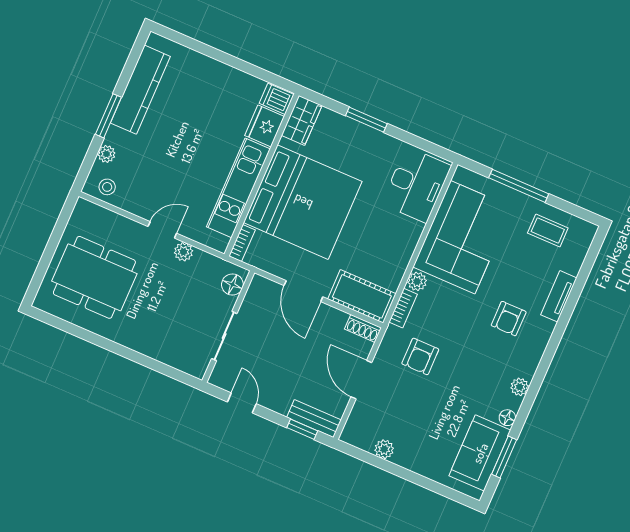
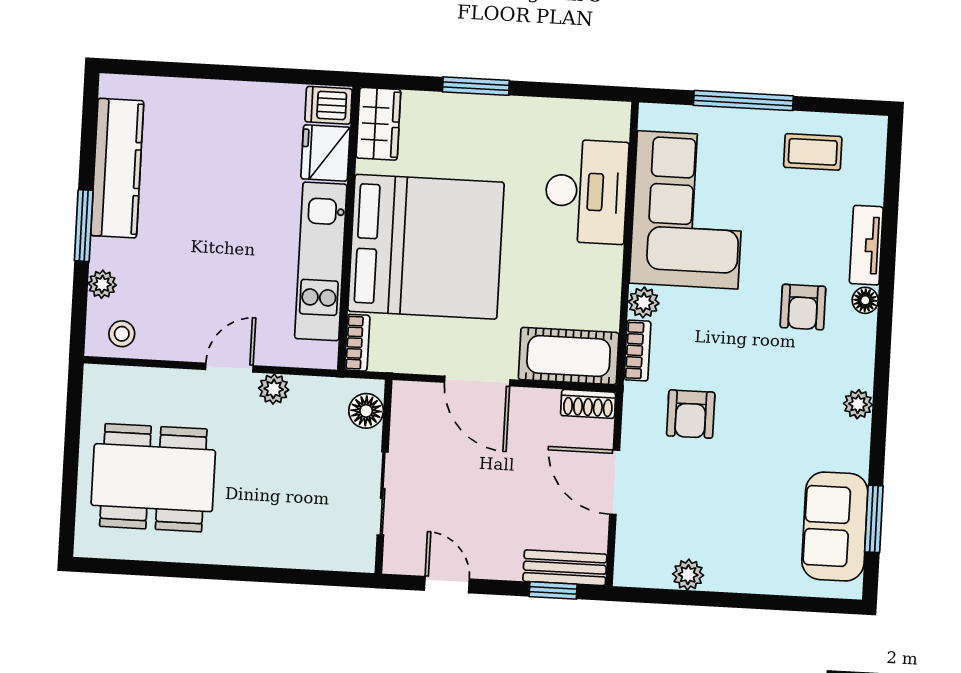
desk: (416, 185) -> (586, 191), moved
floor lamp: (507, 418) -> (865, 300), moved

